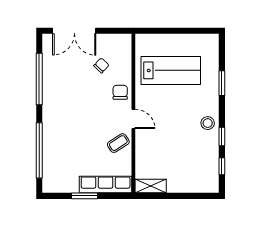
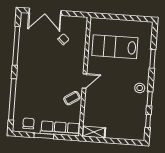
lab bench: (171, 70) -> (115, 47), turned 180
chair: (120, 92) -> (29, 123), moved
door: (133, 119) -> (84, 81), hinge flipped

